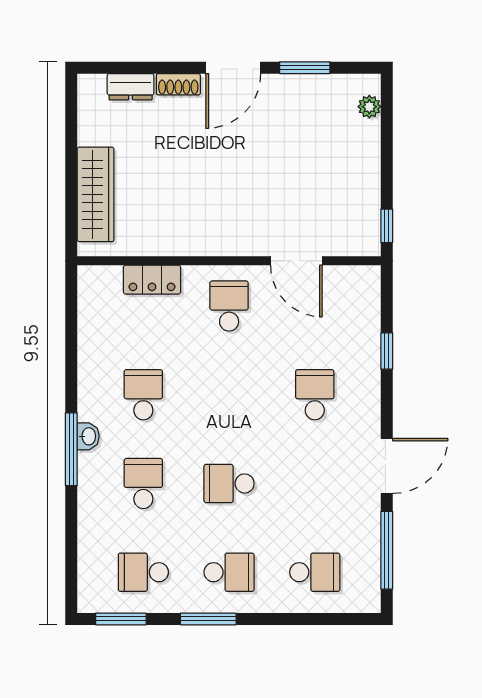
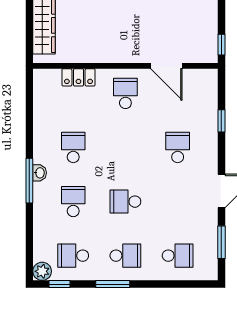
window: (387, 550) -> (221, 242), width x0.69
plant: (92, 598) -> (42, 271), added
window: (121, 619) -> (60, 284), width x0.67

